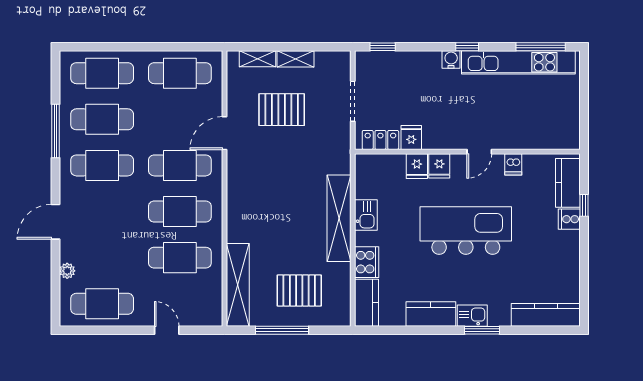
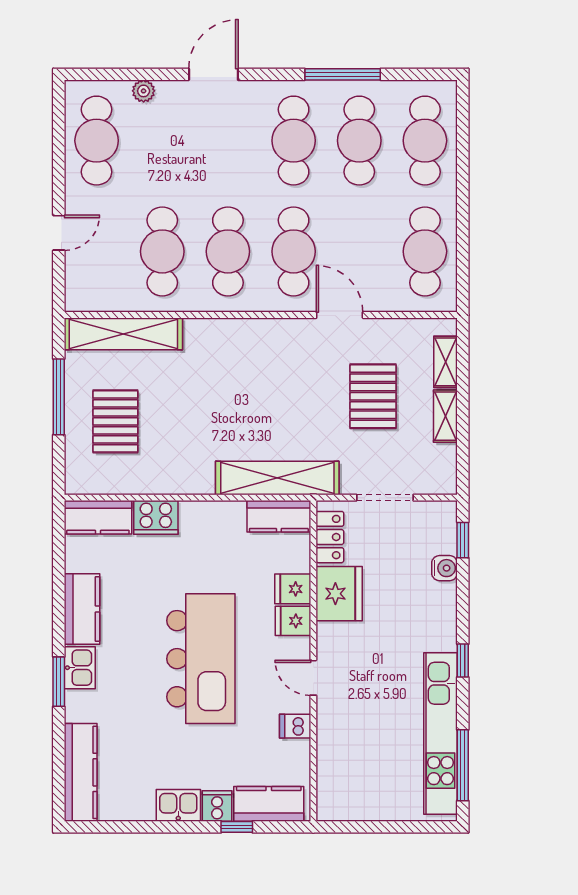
water cooler: (451, 59) -> (445, 568), moved
fridge: (411, 138) -> (339, 594), width x1.88, depth x1.34
kitchen counter: (366, 176) -> (279, 516), added
kitchen sink: (366, 215) -> (178, 805), moved, turned 180
shelving: (339, 218) -> (277, 478), moved
door: (56, 222) -> (213, 74), hinge flipped

